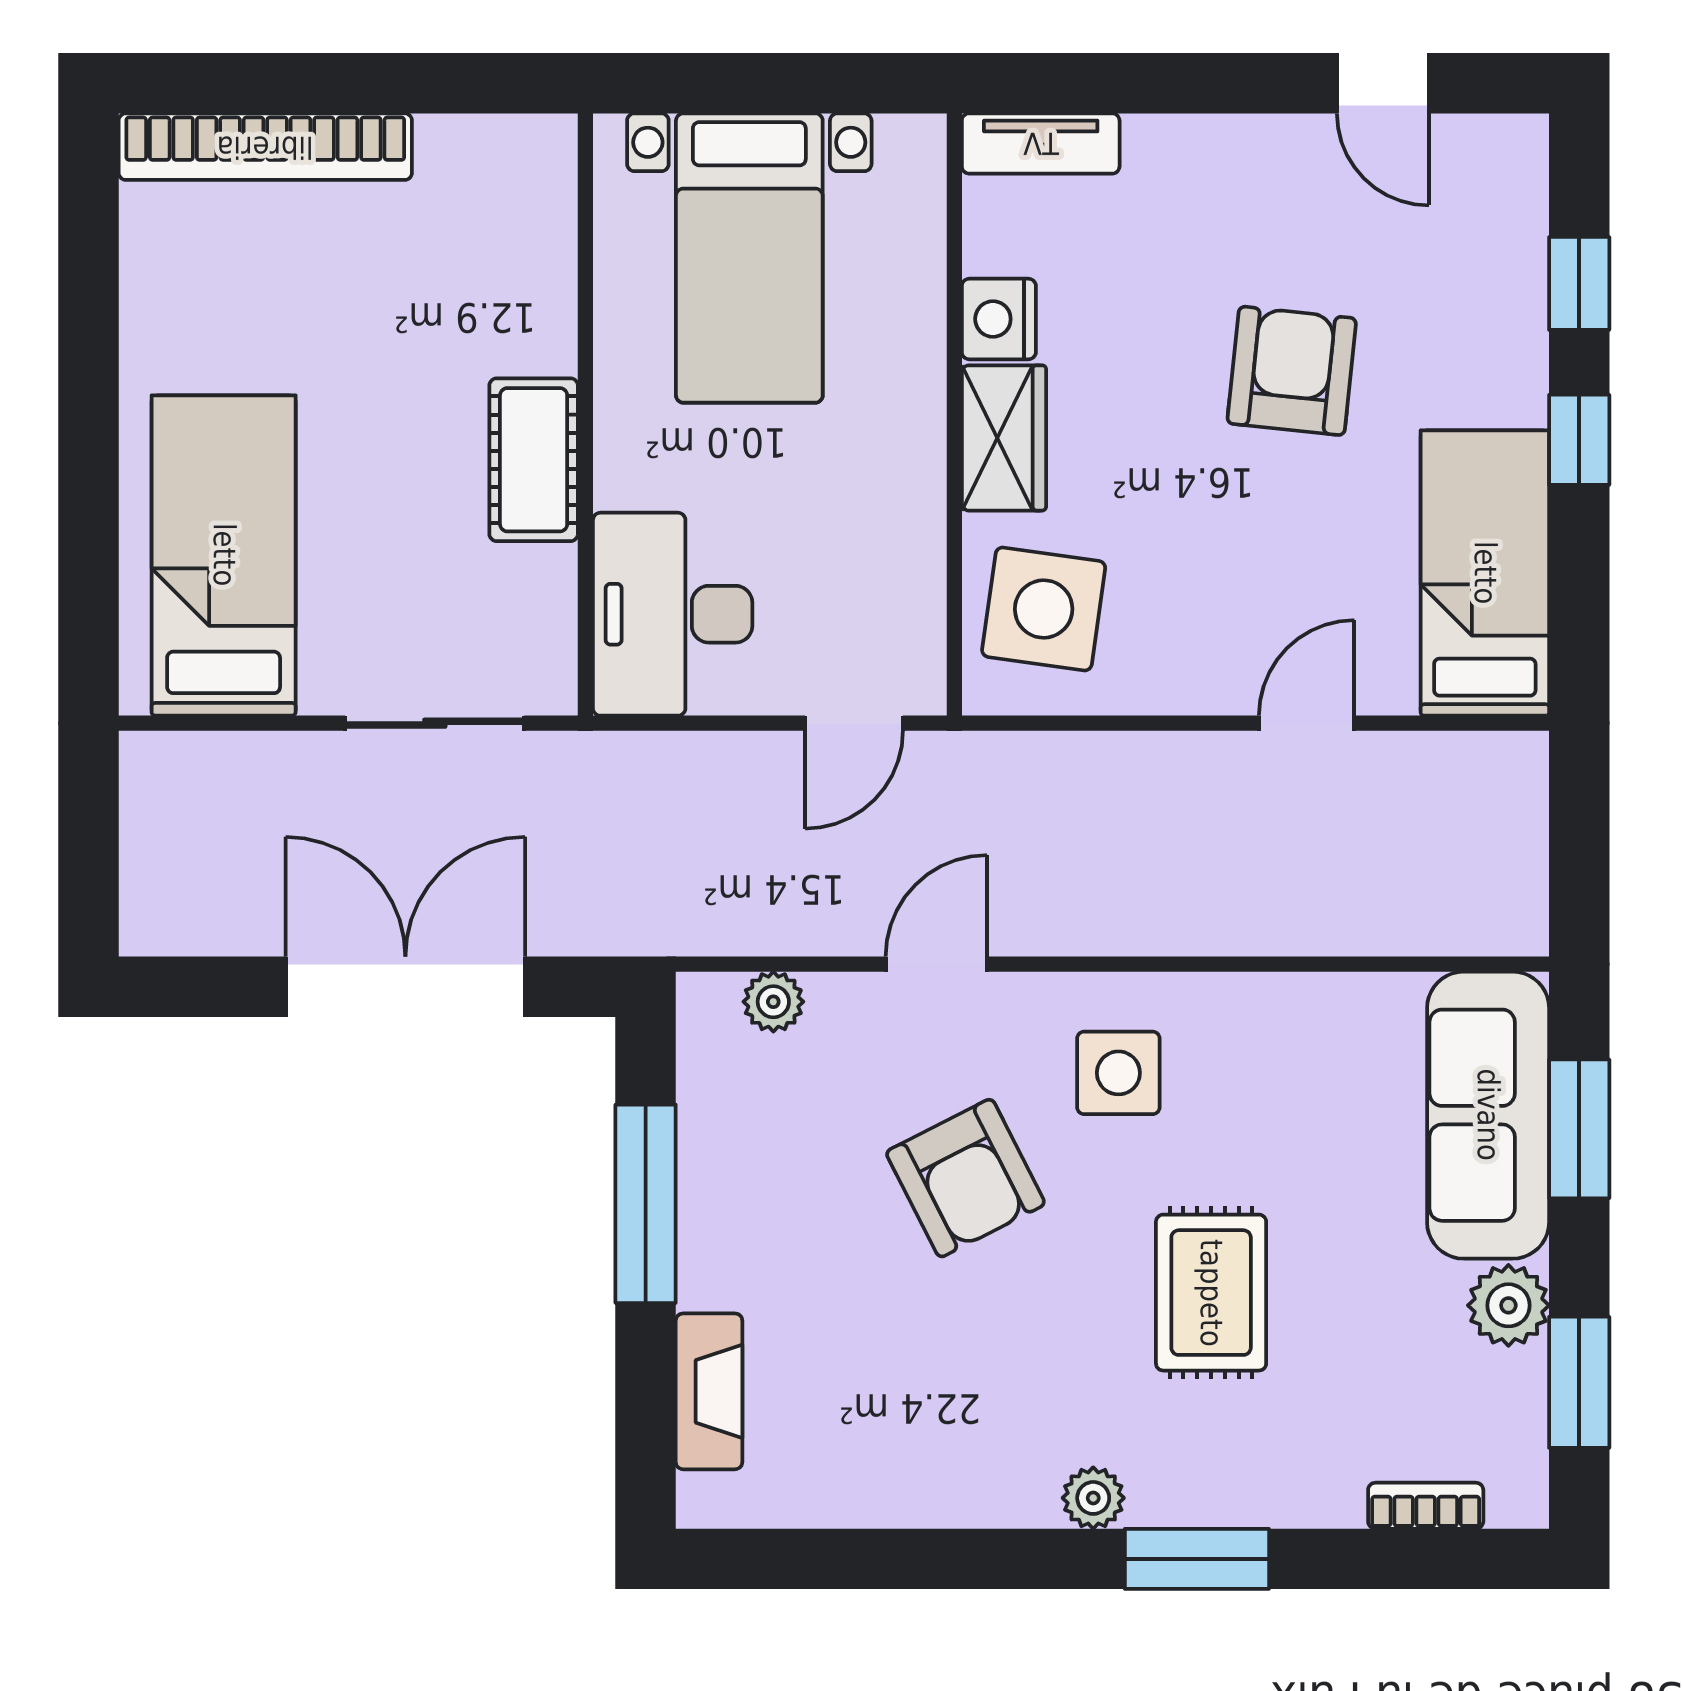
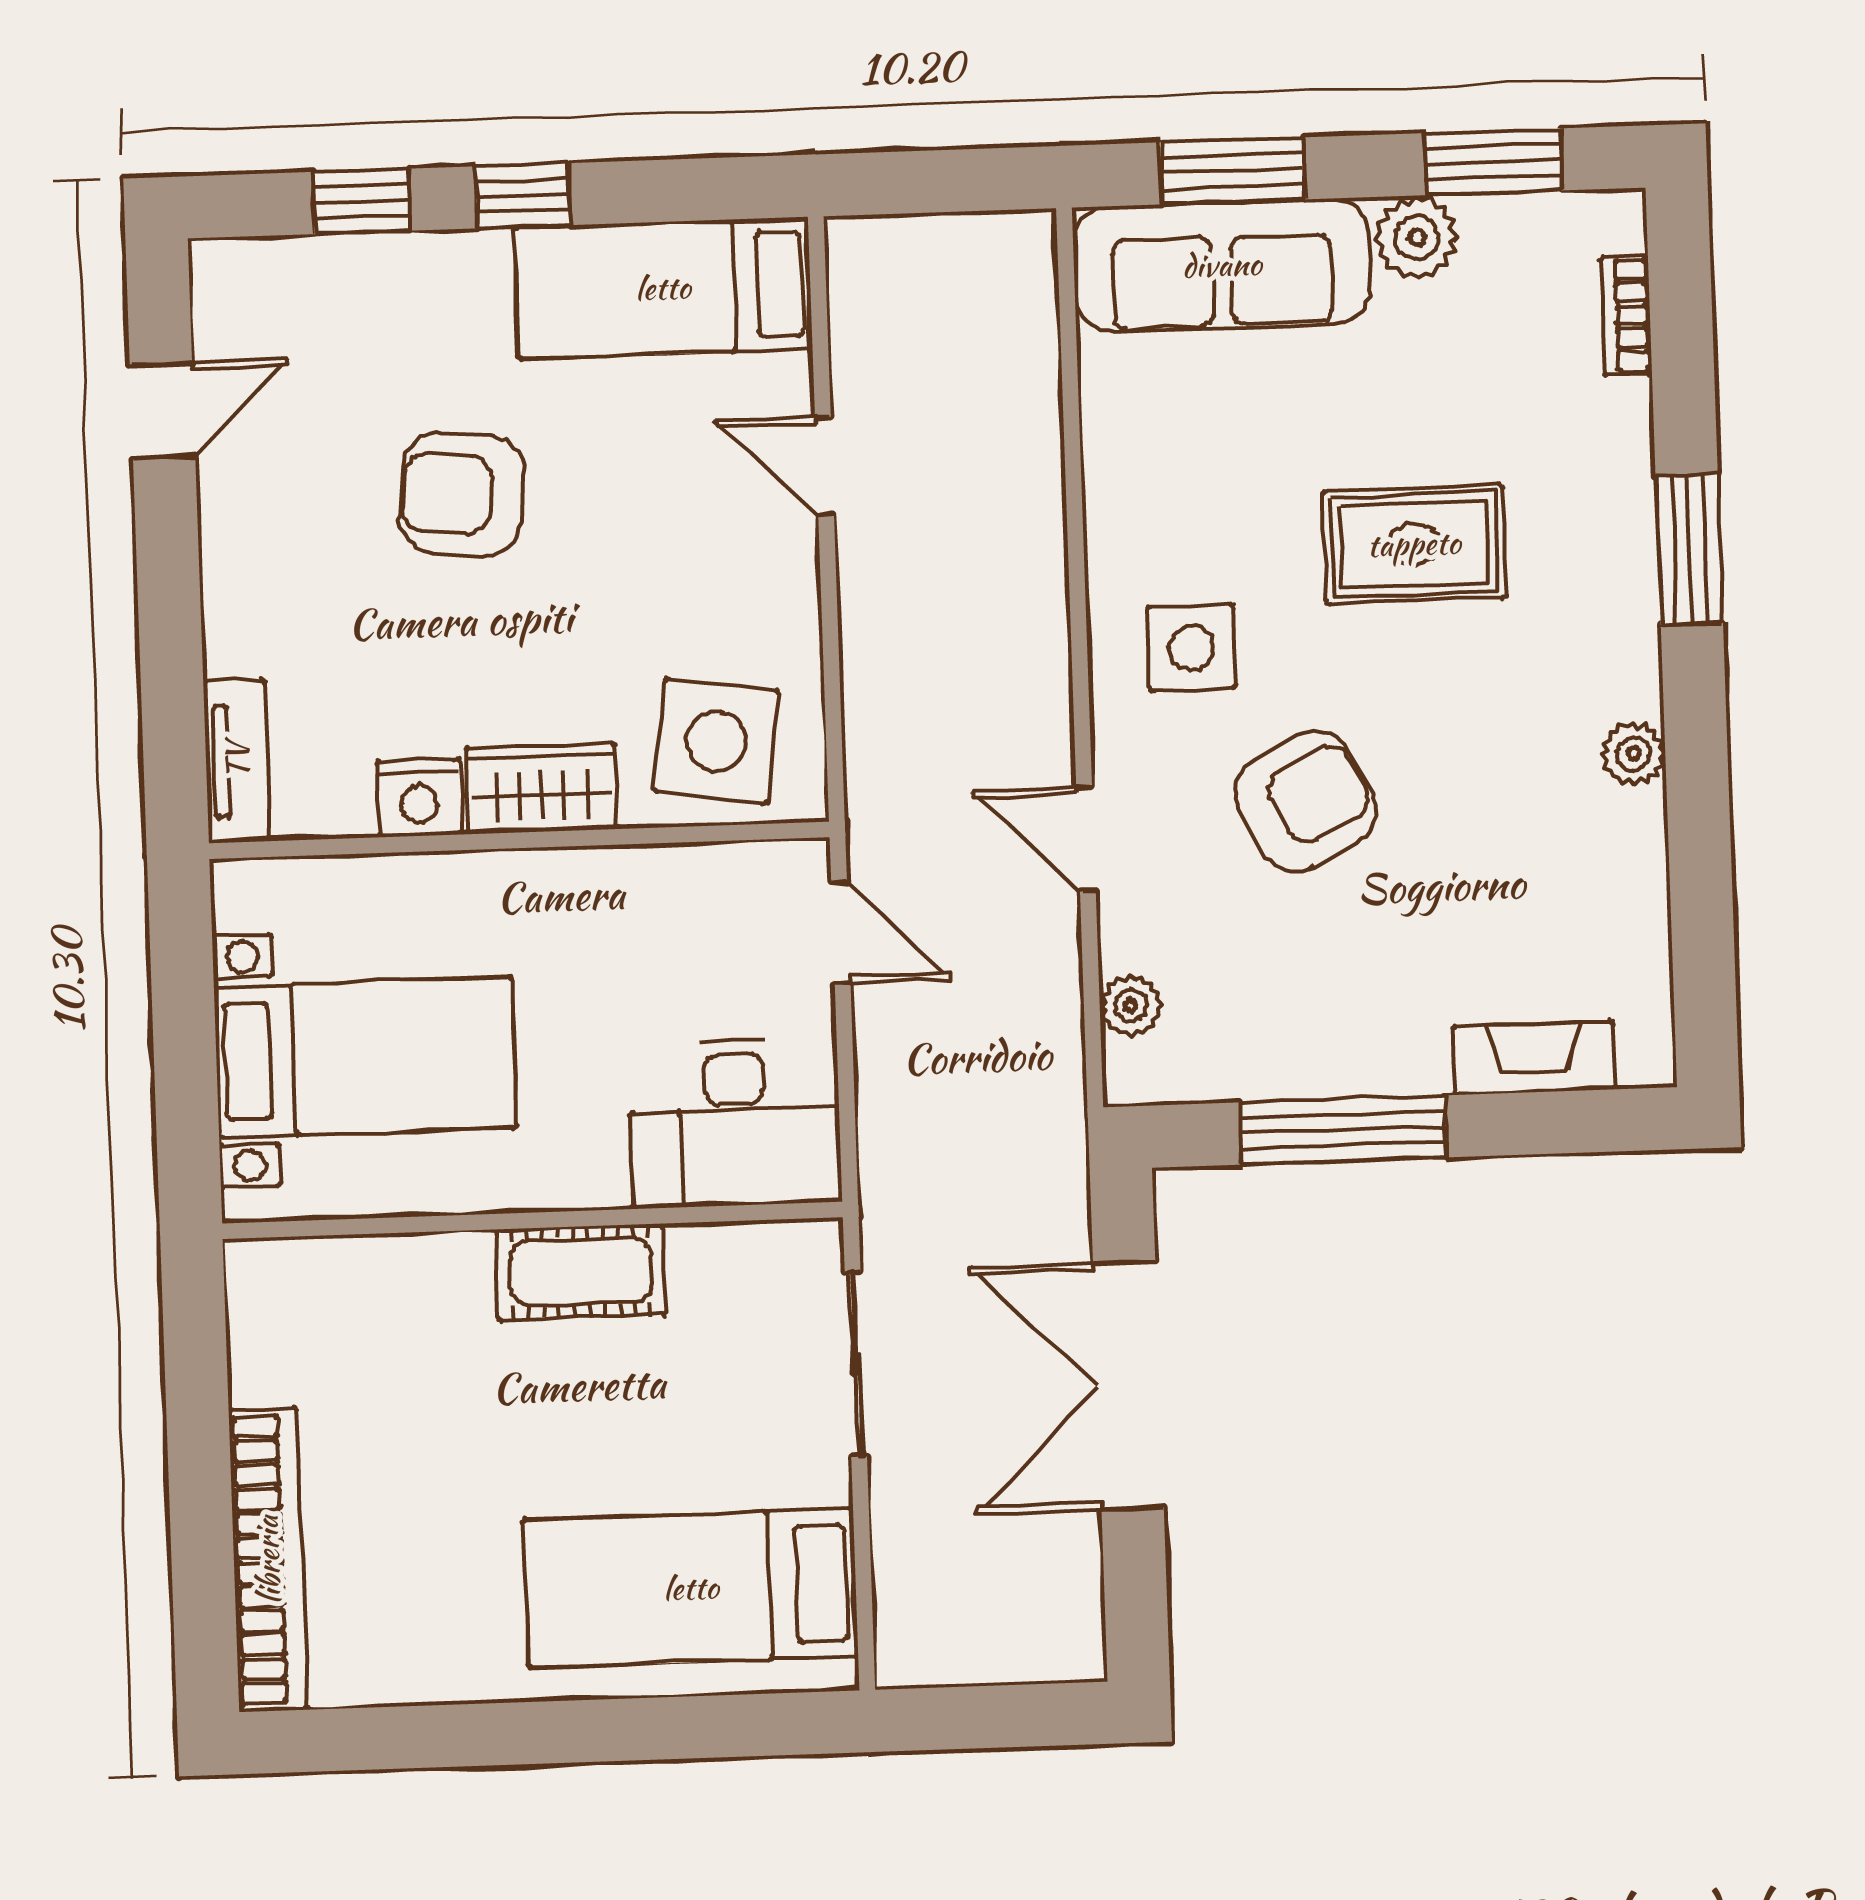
plant: (1093, 1498) -> (1634, 754), moved

